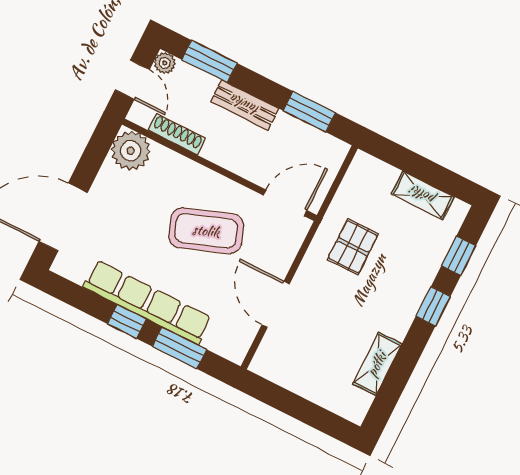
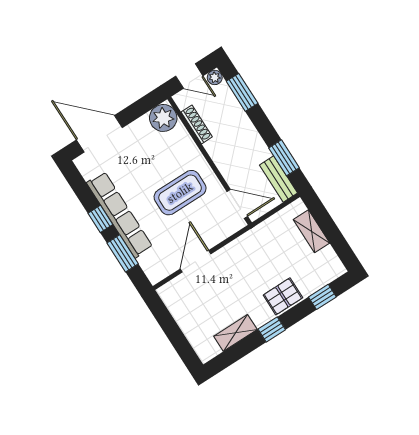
door: (132, 80) -> (189, 76), hinge flipped
bench: (245, 105) -> (278, 179), moved
shelving: (423, 195) -> (311, 231), moved
coffee table: (206, 231) -> (180, 193), turned -70
pallet: (353, 247) -> (283, 296), moved
window: (433, 306) -> (272, 329), moved

